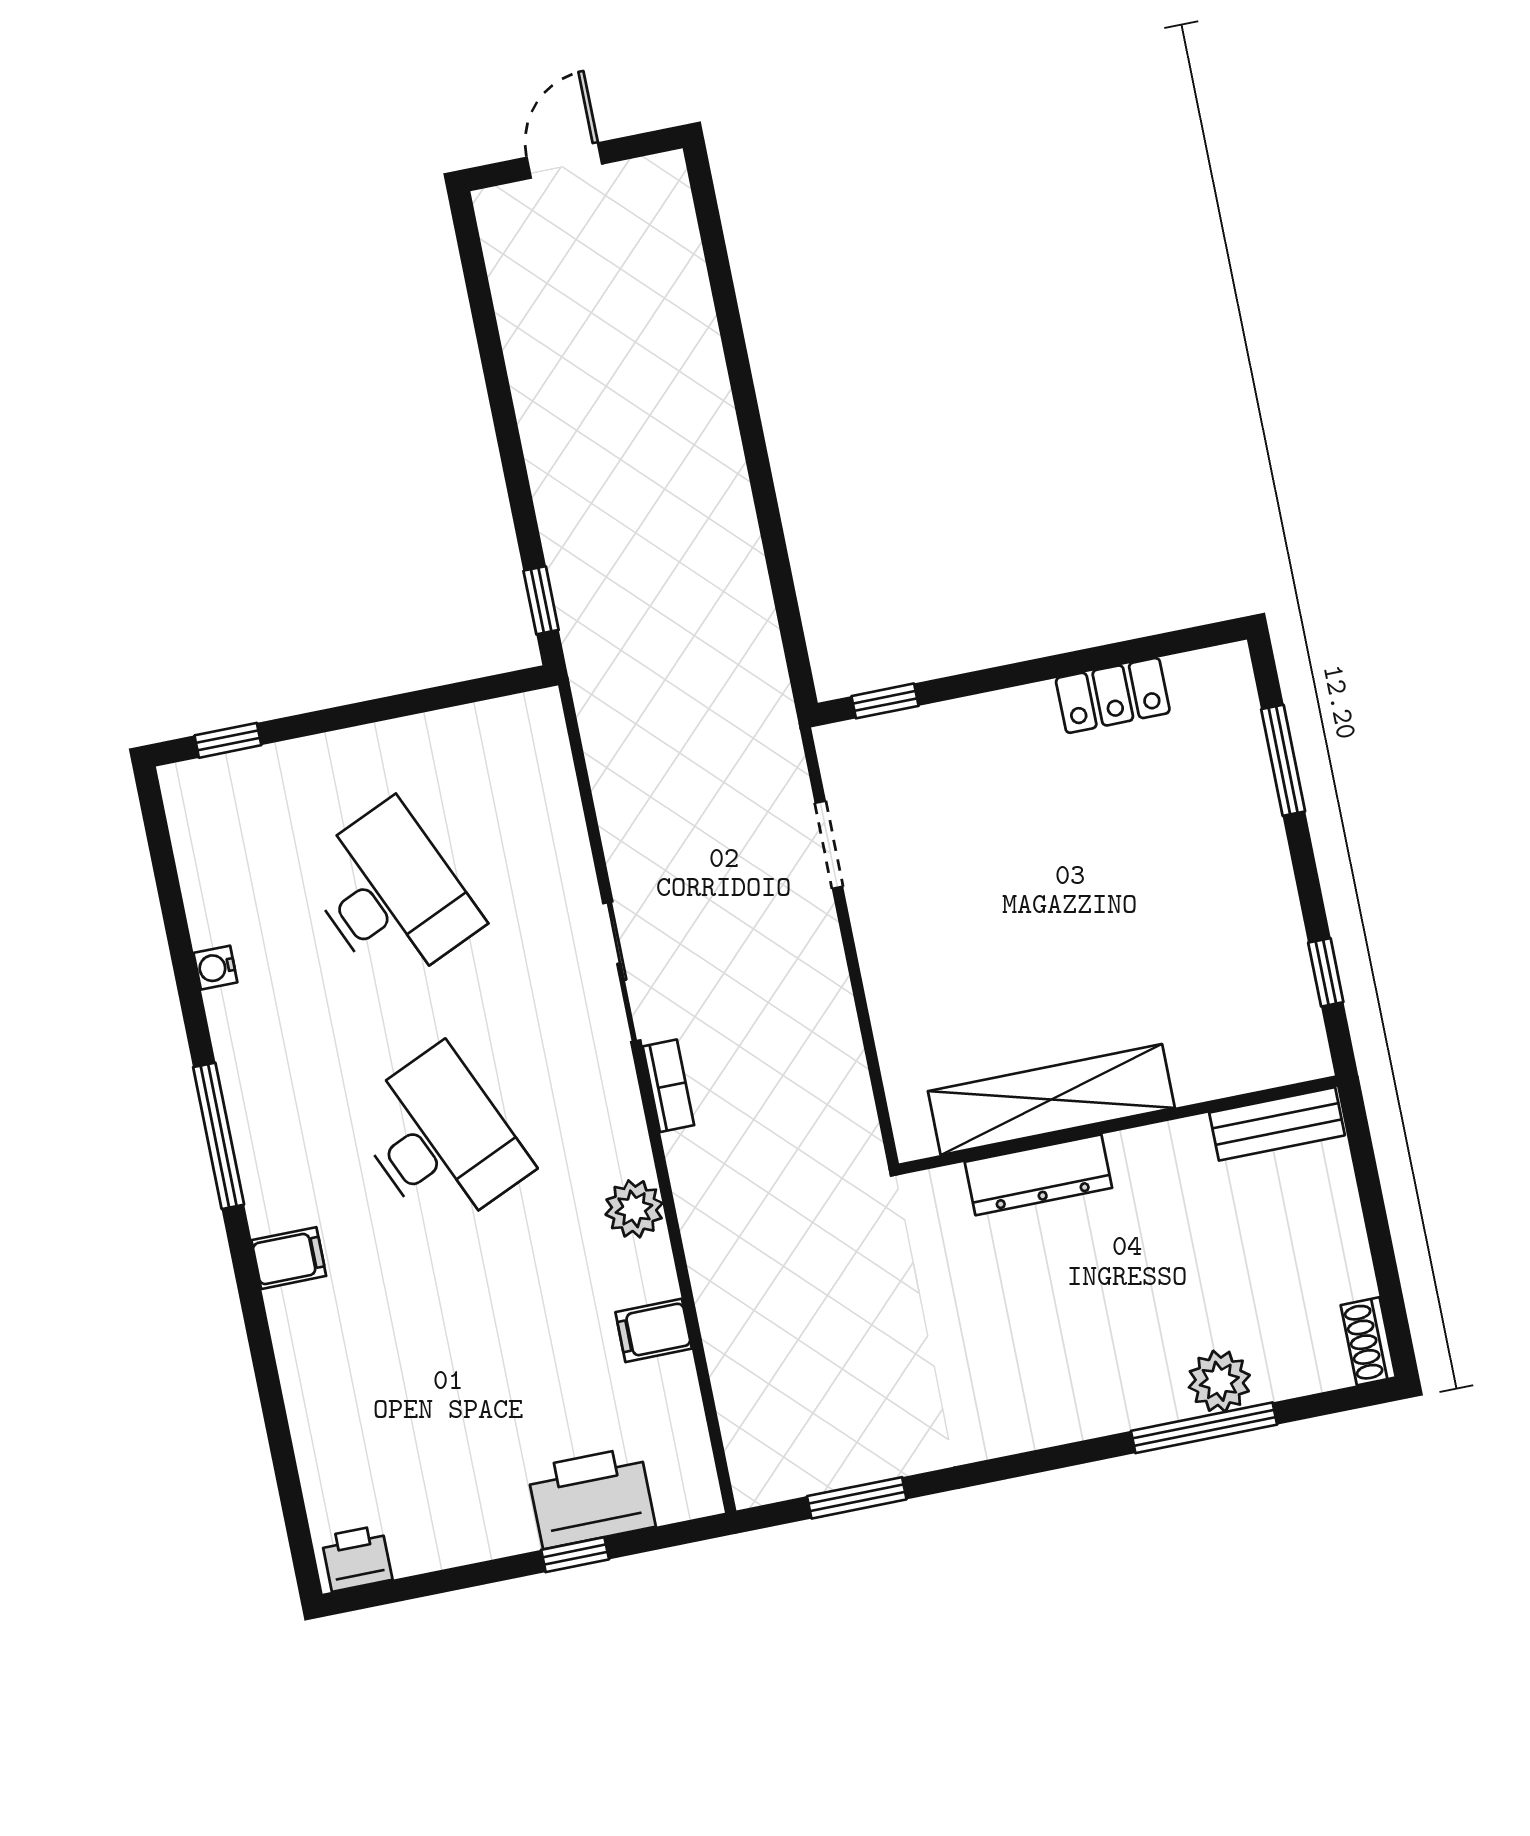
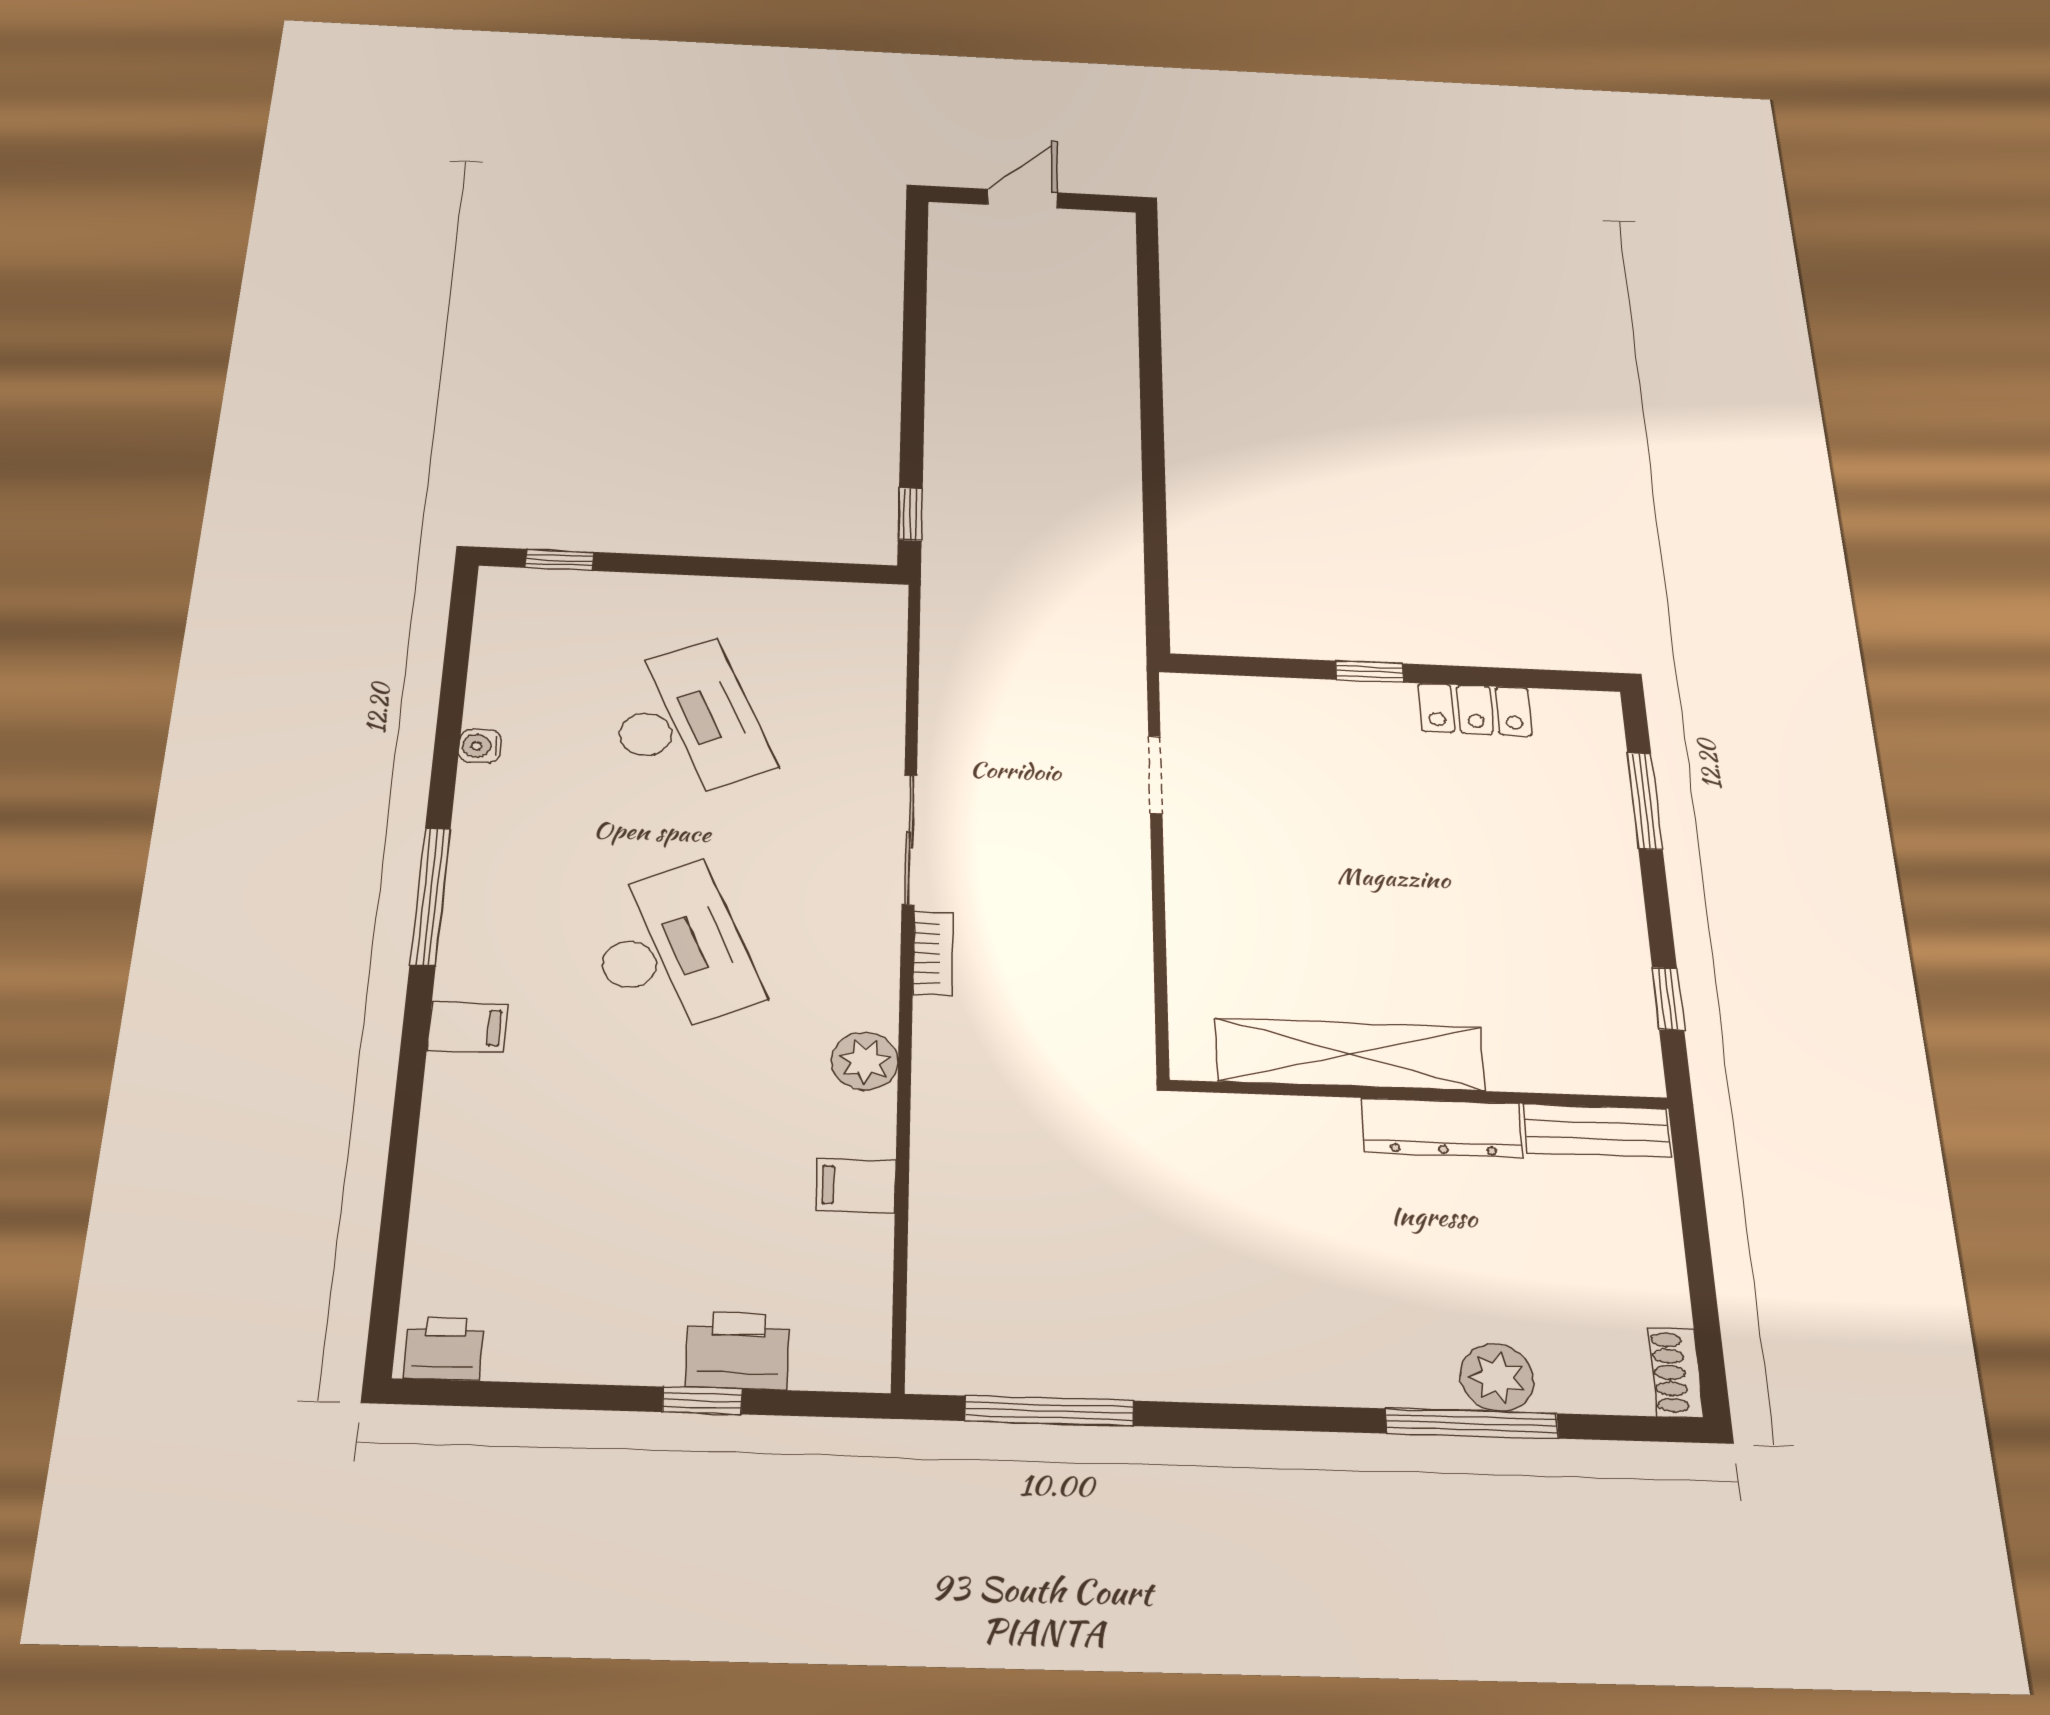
window: (885, 701) -> (1369, 672), moved
dresser: (1038, 1175) -> (1442, 1128), moved
printer: (591, 1497) -> (738, 1350), width x0.73, depth x0.84
window: (857, 1498) -> (1050, 1411), width x1.44

